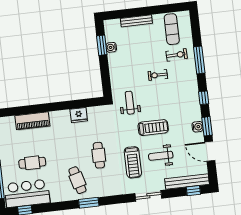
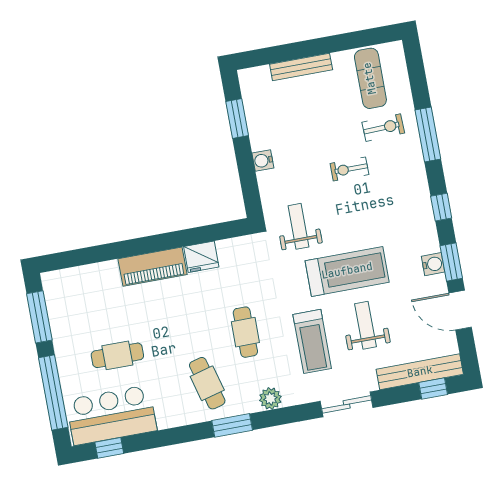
water cooler: (111, 47) -> (263, 160), moved
piano: (32, 121) -> (153, 267), moved
treadmill: (153, 128) -> (347, 271), width x1.37, depth x1.38
weight bench: (161, 156) -> (366, 325), turned 90
plant: (109, 190) -> (270, 399), added

